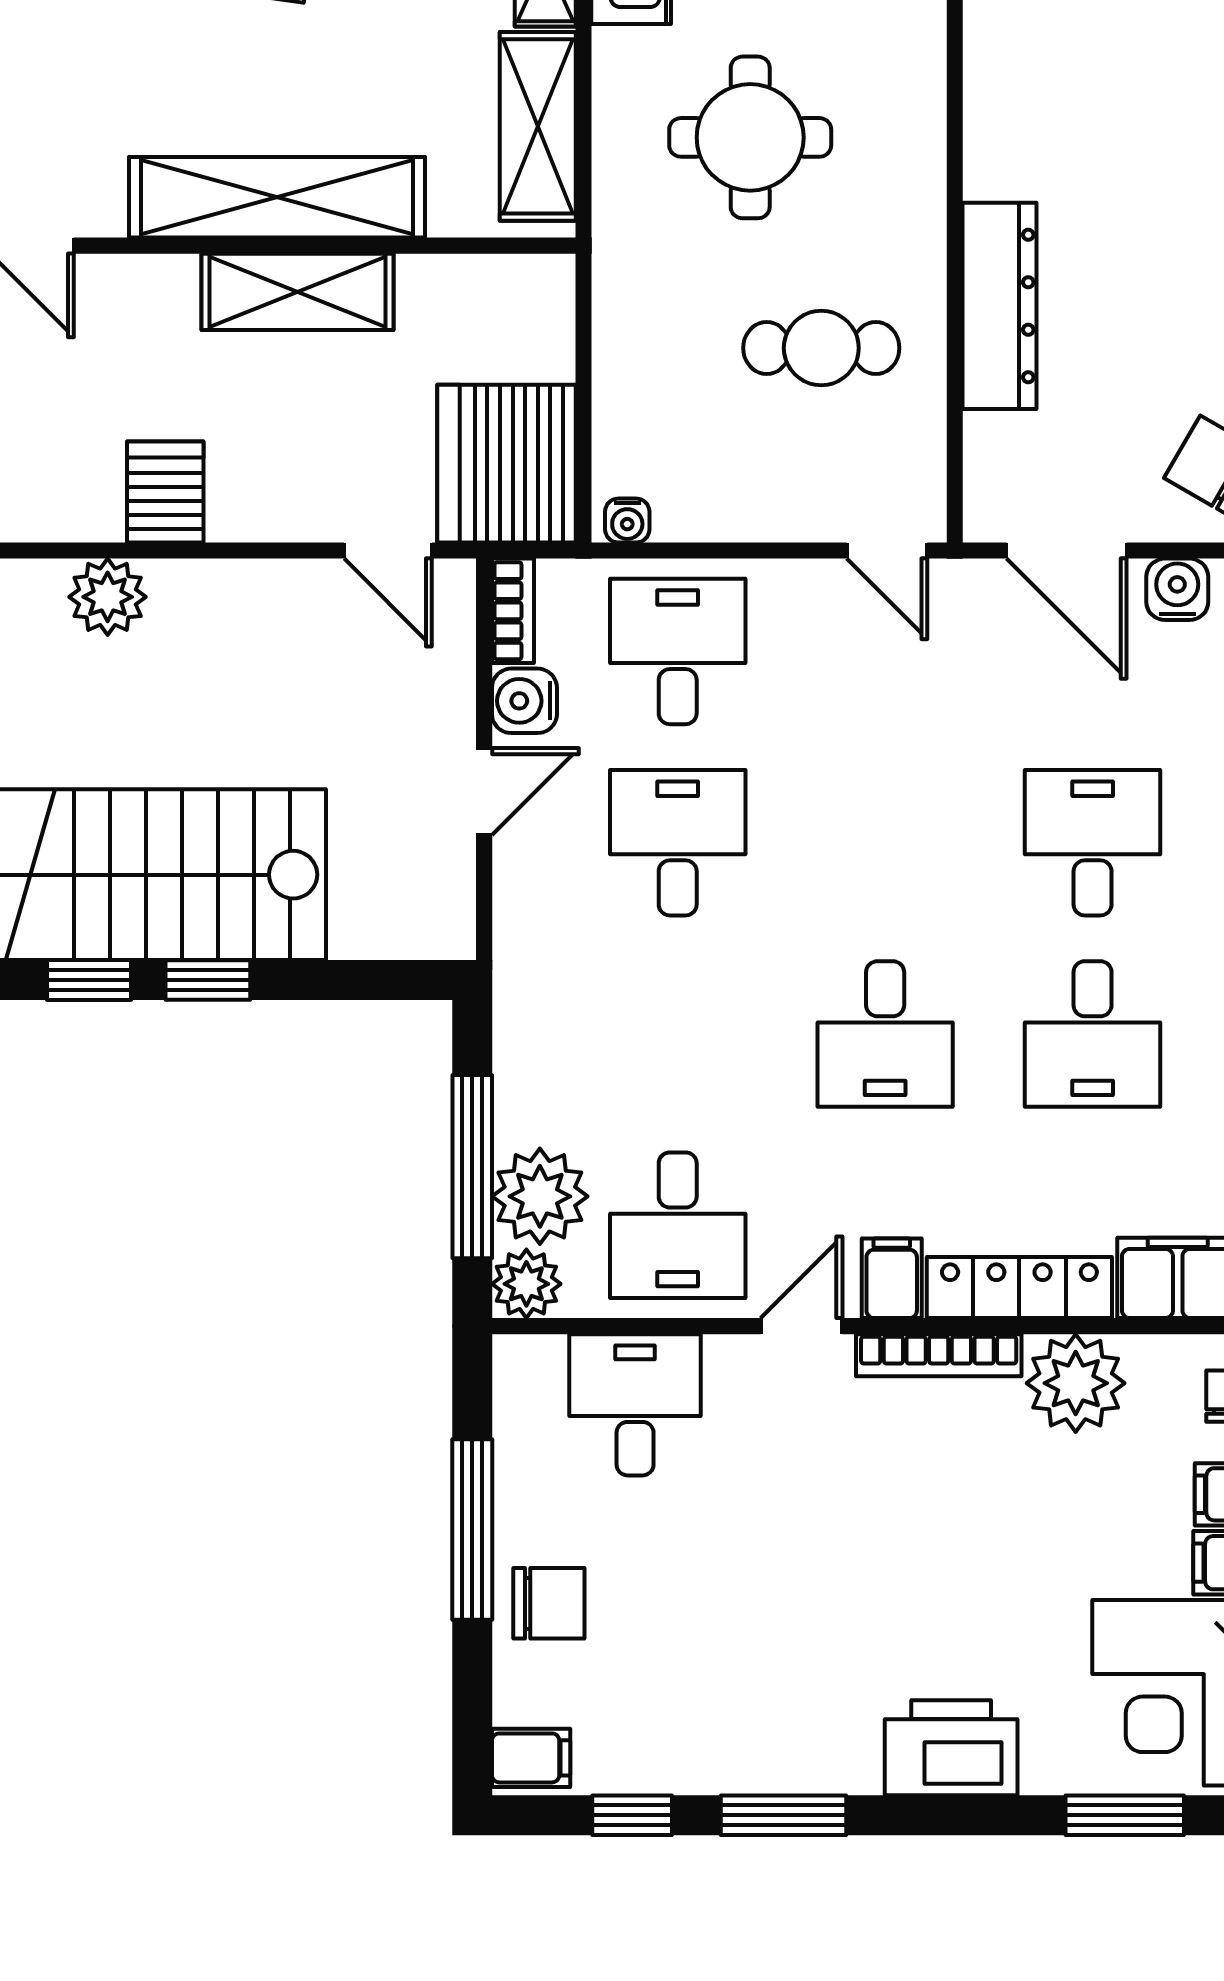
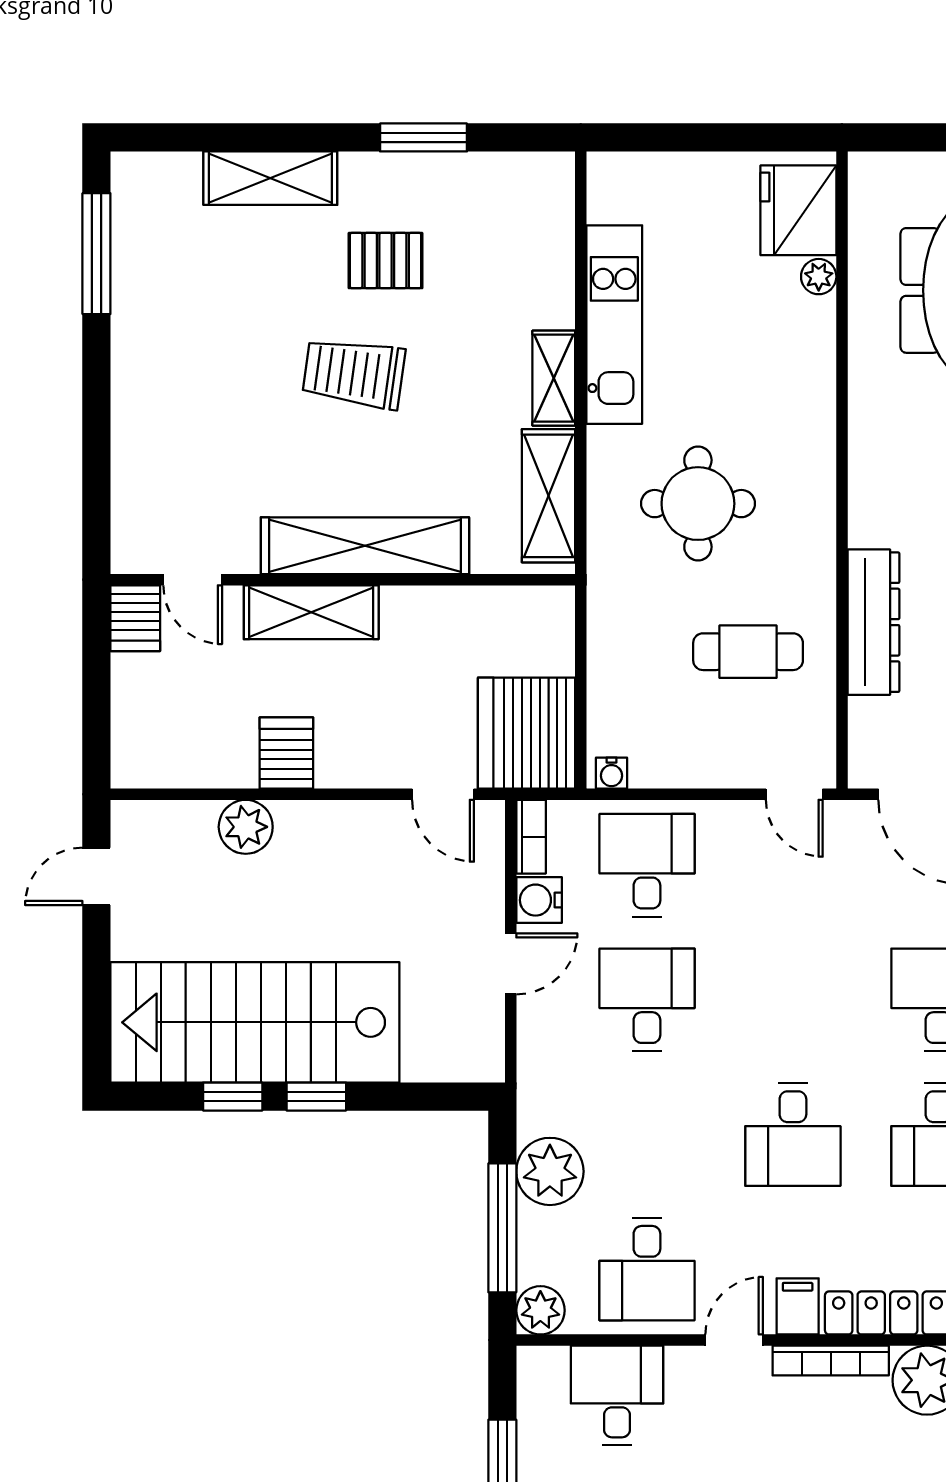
shelving: (297, 292) -> (311, 612), moved
plant: (540, 1196) -> (550, 1171), moved

